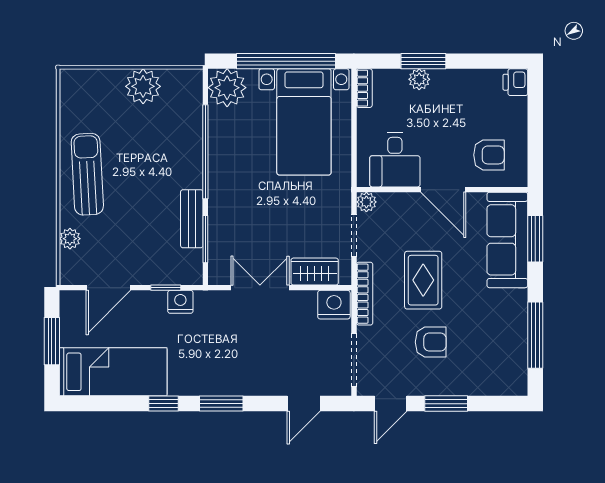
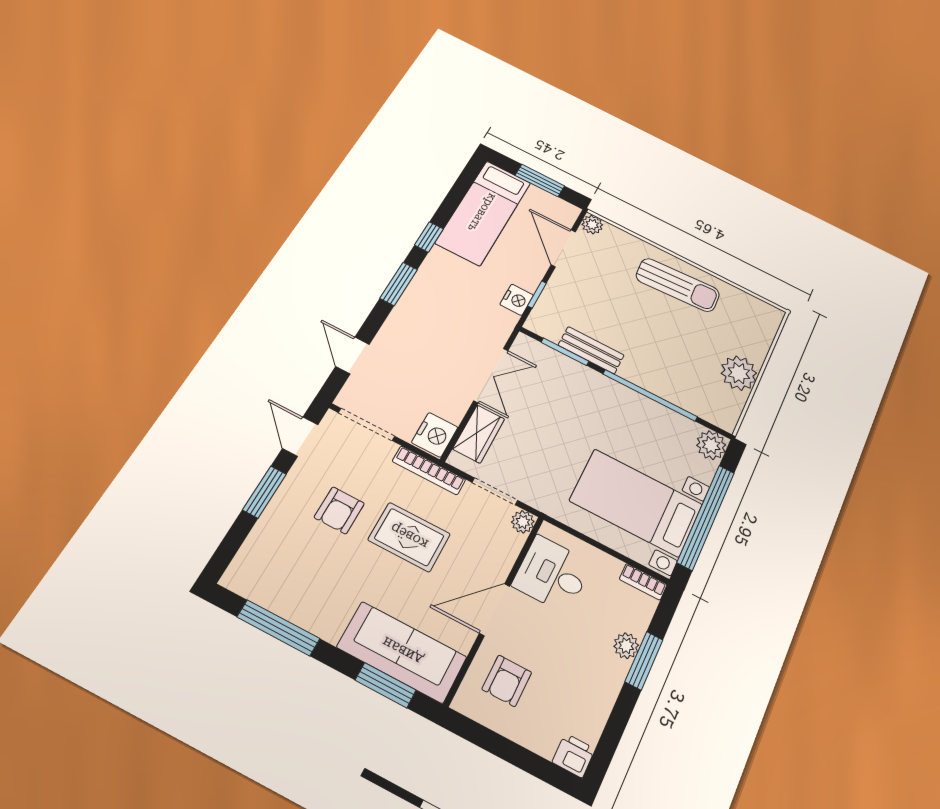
plant: (227, 88) -> (711, 445), width x0.73, depth x0.73
plant: (70, 239) -> (592, 225), moved

